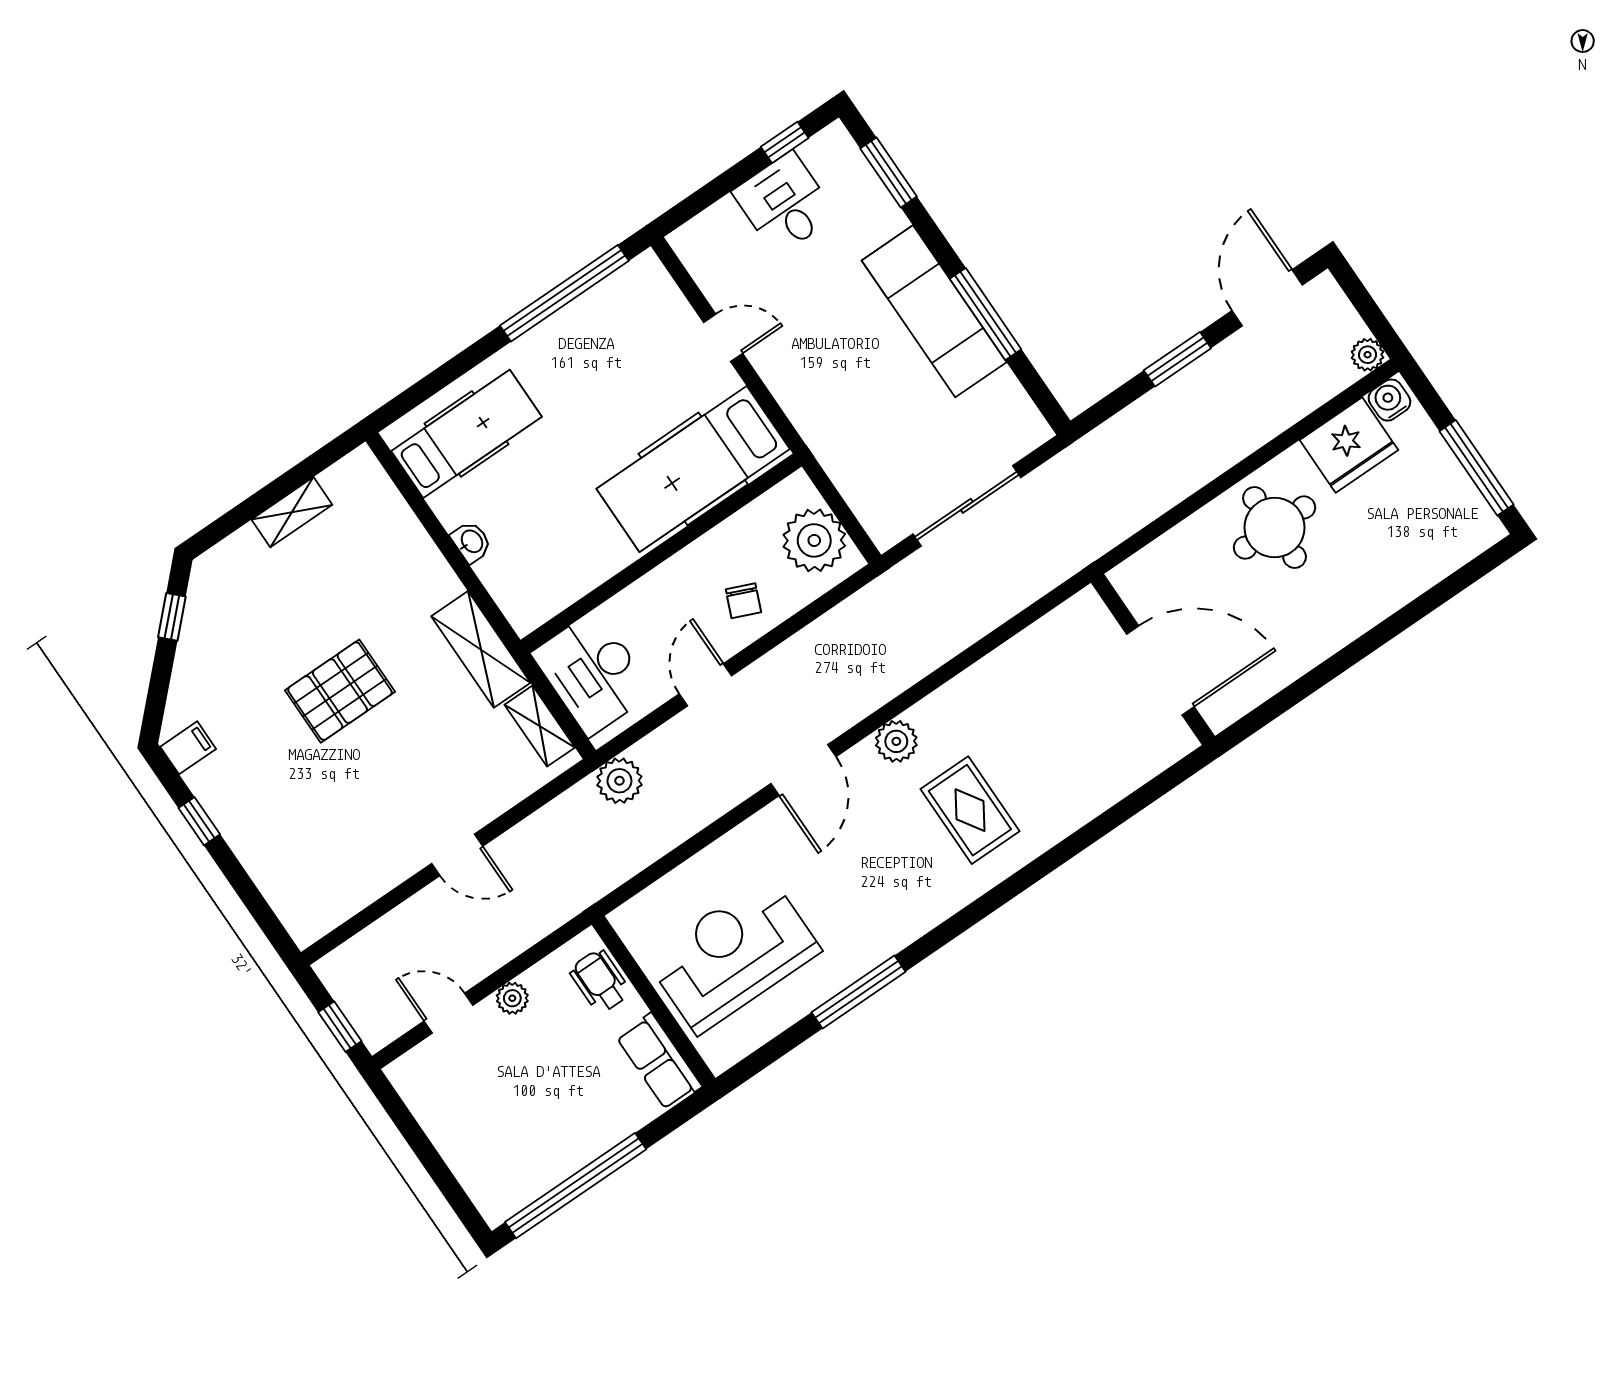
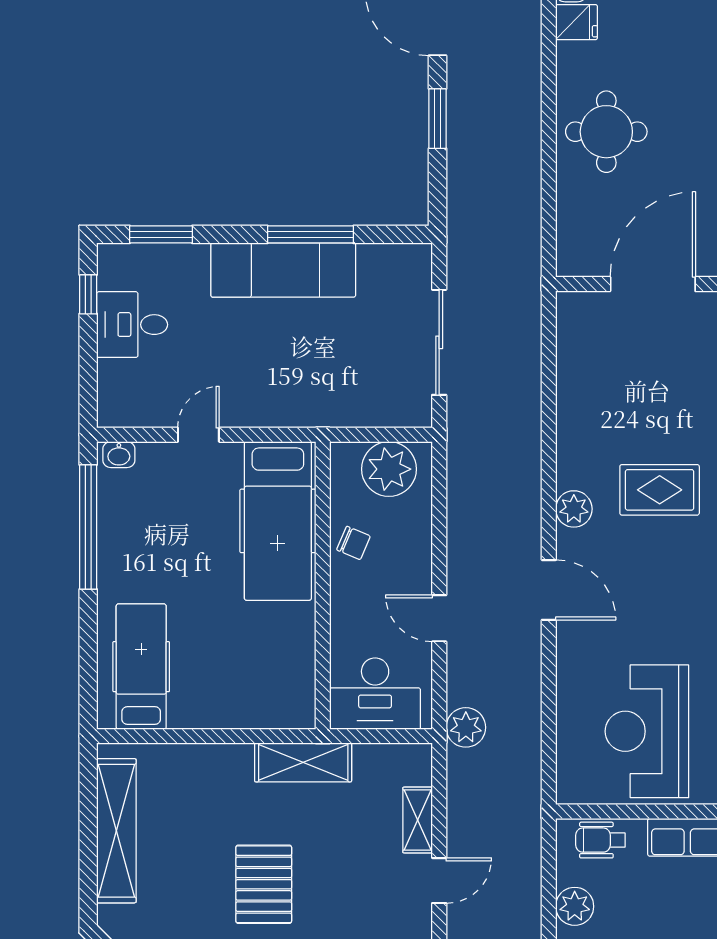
fridge: (1349, 445) -> (577, 22), width x0.53, depth x0.75
shelving: (292, 512) -> (116, 831), width x2.20, depth x1.33
washbasin: (471, 542) -> (119, 455), moved, turned 180
chair: (743, 601) -> (353, 543), moved
shelving: (540, 726) -> (418, 820), moved, turned 90
plant: (512, 998) -> (575, 906), width x1.38, depth x1.38

